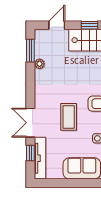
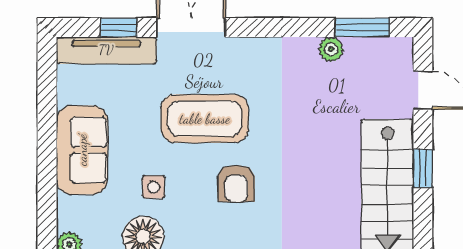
coffee table: (69, 117) -> (205, 119), width x1.36, depth x1.32

